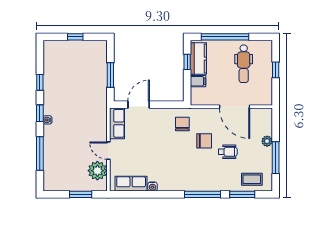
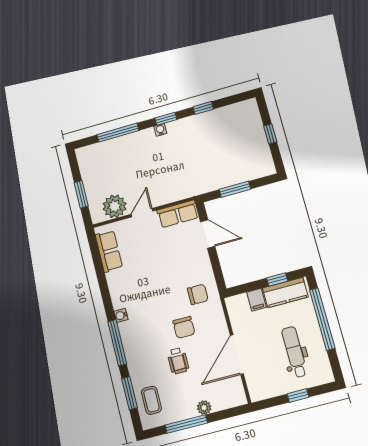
dental chair: (244, 64) -> (295, 352), turned 90
water cooler: (153, 187) -> (121, 315), moved

